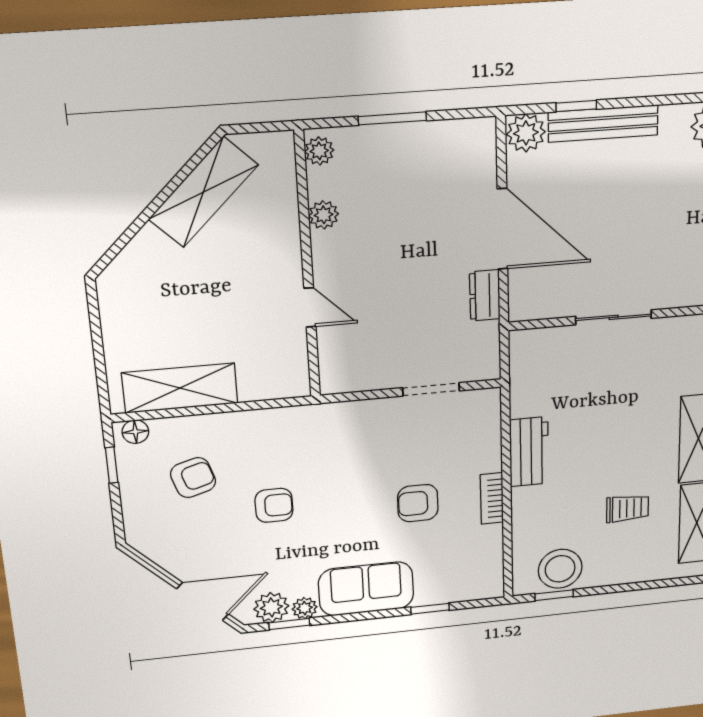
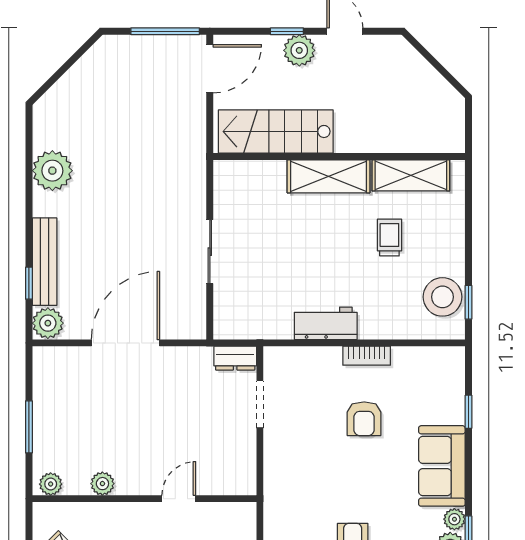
dresser: (485, 295) -> (235, 358), moved

